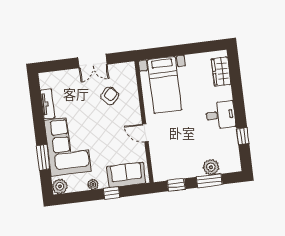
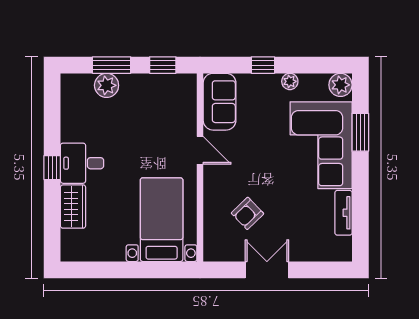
wardrobe: (221, 72) -> (73, 207), moved
window: (243, 136) -> (52, 168), moved
sofa: (126, 175) -> (220, 102), moved, turned -90

